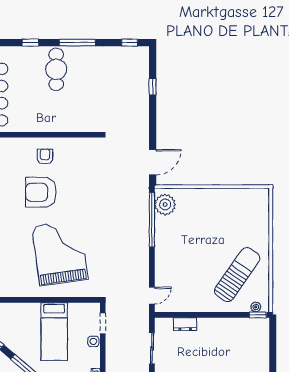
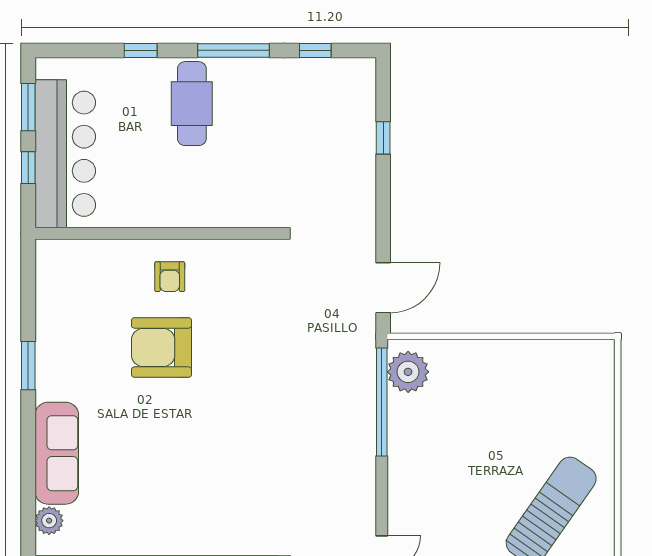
window: (130, 43) -> (315, 50), moved
armchair: (45, 157) -> (170, 277), turned 180
grand piano: (60, 253) -> (199, 468), removed

